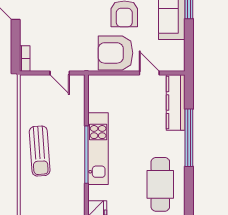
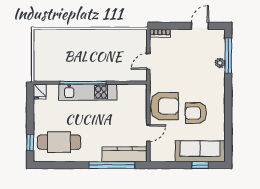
armchair: (116, 53) -> (165, 106), turned 90
window: (189, 138) -> (112, 165), moved
sun lounger: (40, 151) -> (86, 45), removed

